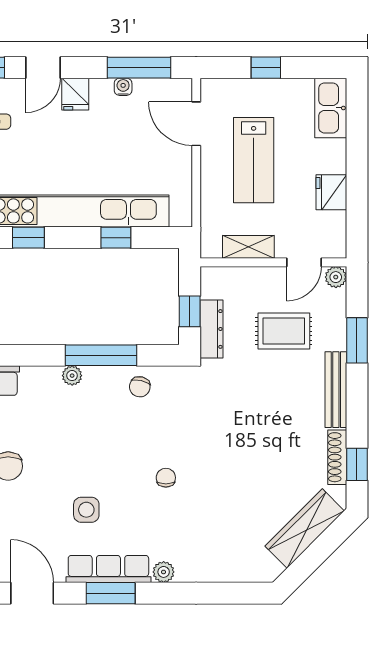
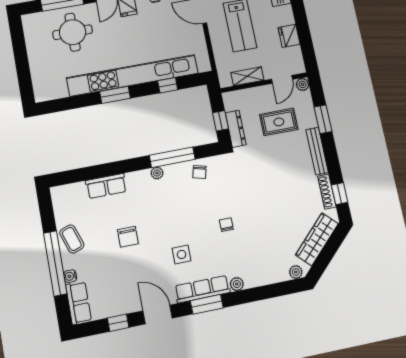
window: (28, 238) -> (115, 95), width x1.50
plant: (260, 572) -> (296, 272), added

